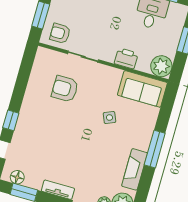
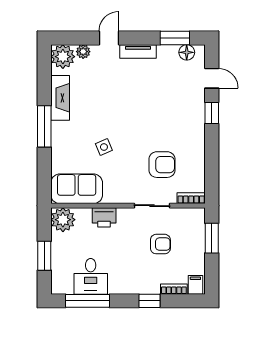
armchair: (60, 33) -> (160, 244), moved
bookcase: (48, 54) -> (191, 198), added

